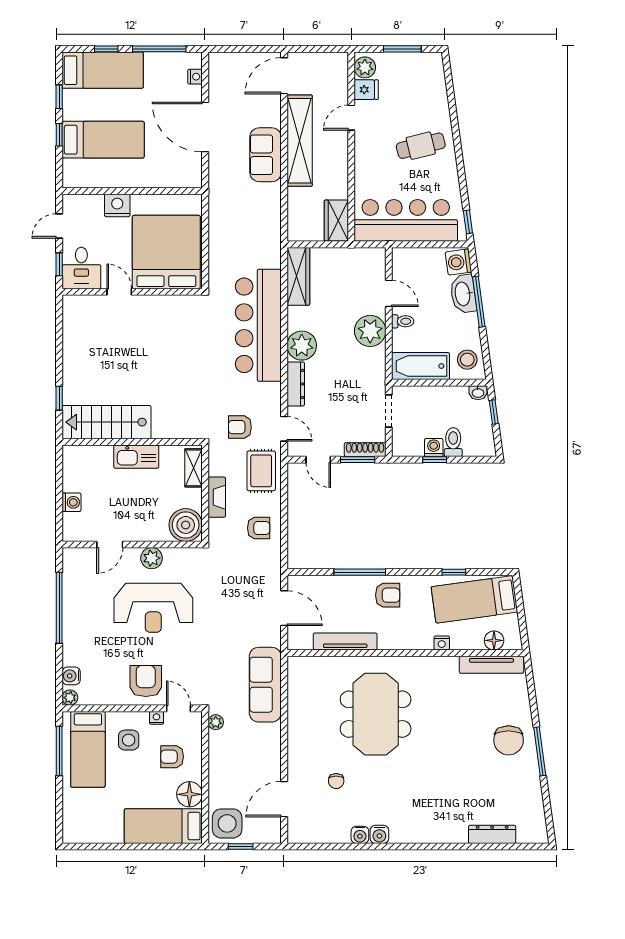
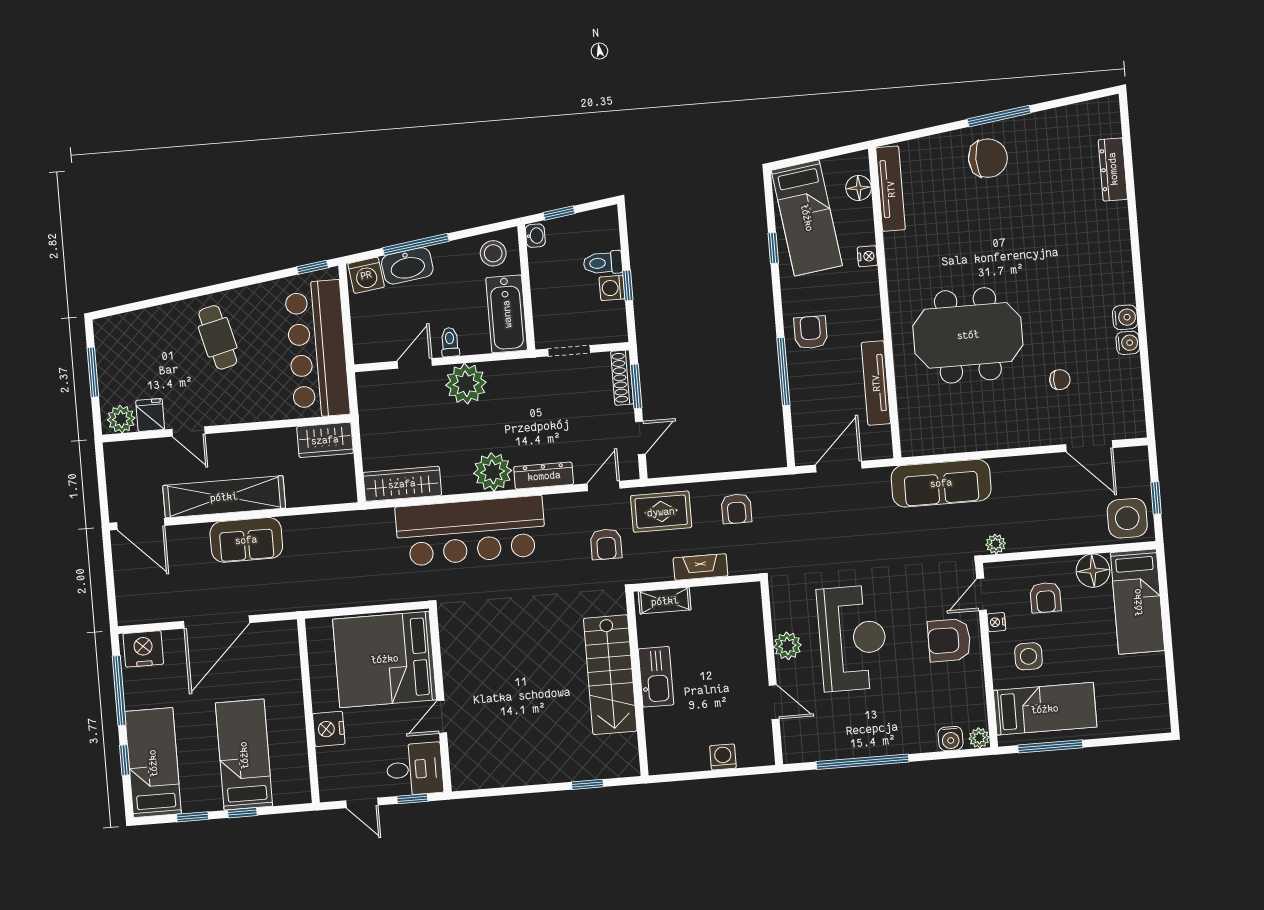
nightstand: (195, 77) -> (143, 649), width x1.89, depth x1.79
stairs: (106, 422) -> (610, 675), moved
boiler: (186, 525) -> (740, 605), removed
armchair: (259, 528) -> (736, 509), turned 180

